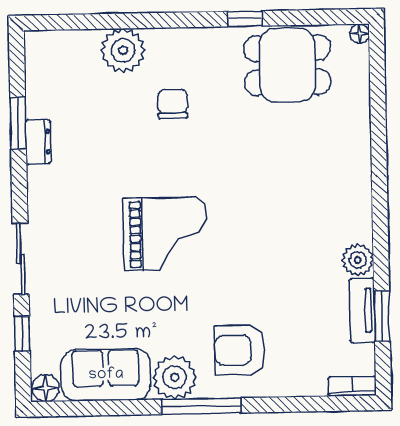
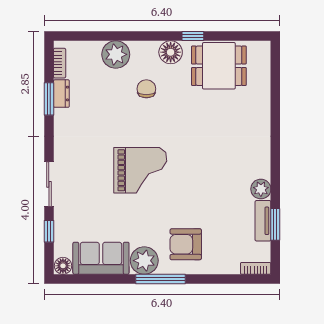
floor lamp: (359, 34) -> (171, 52), moved, width x1.89, depth x1.89
bookcase: (34, 66) -> (60, 63), added
dresser: (38, 142) -> (61, 94), moved

